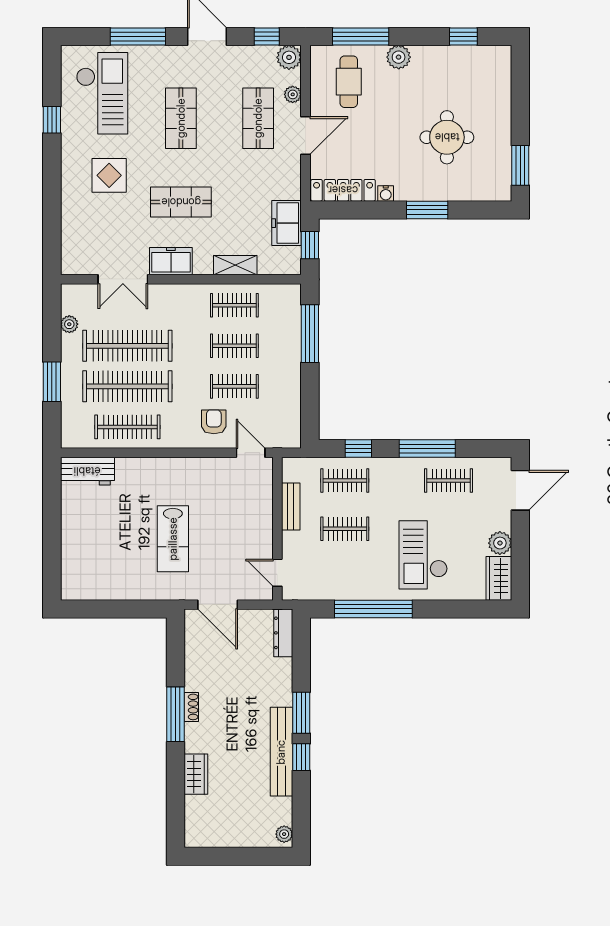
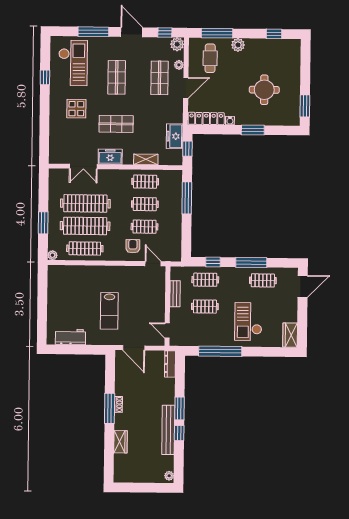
plant: (69, 324) -> (52, 255), moved
workbench: (87, 471) -> (70, 337), moved, turned 180
plant: (500, 543) -> (291, 315), removed

